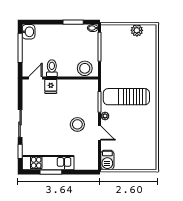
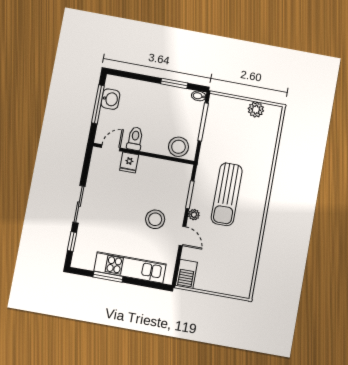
washbasin: (29, 32) -> (110, 99), moved
sun lounger: (126, 97) -> (227, 194), turned -90
kitchen unit: (48, 163) -> (130, 268), moved

